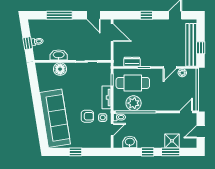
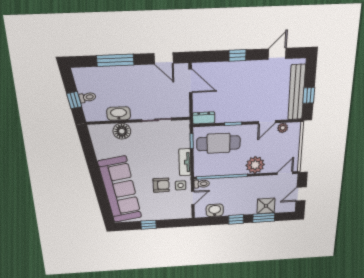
dresser: (132, 62) -> (204, 118), moved
plant: (134, 103) -> (255, 165), moved

